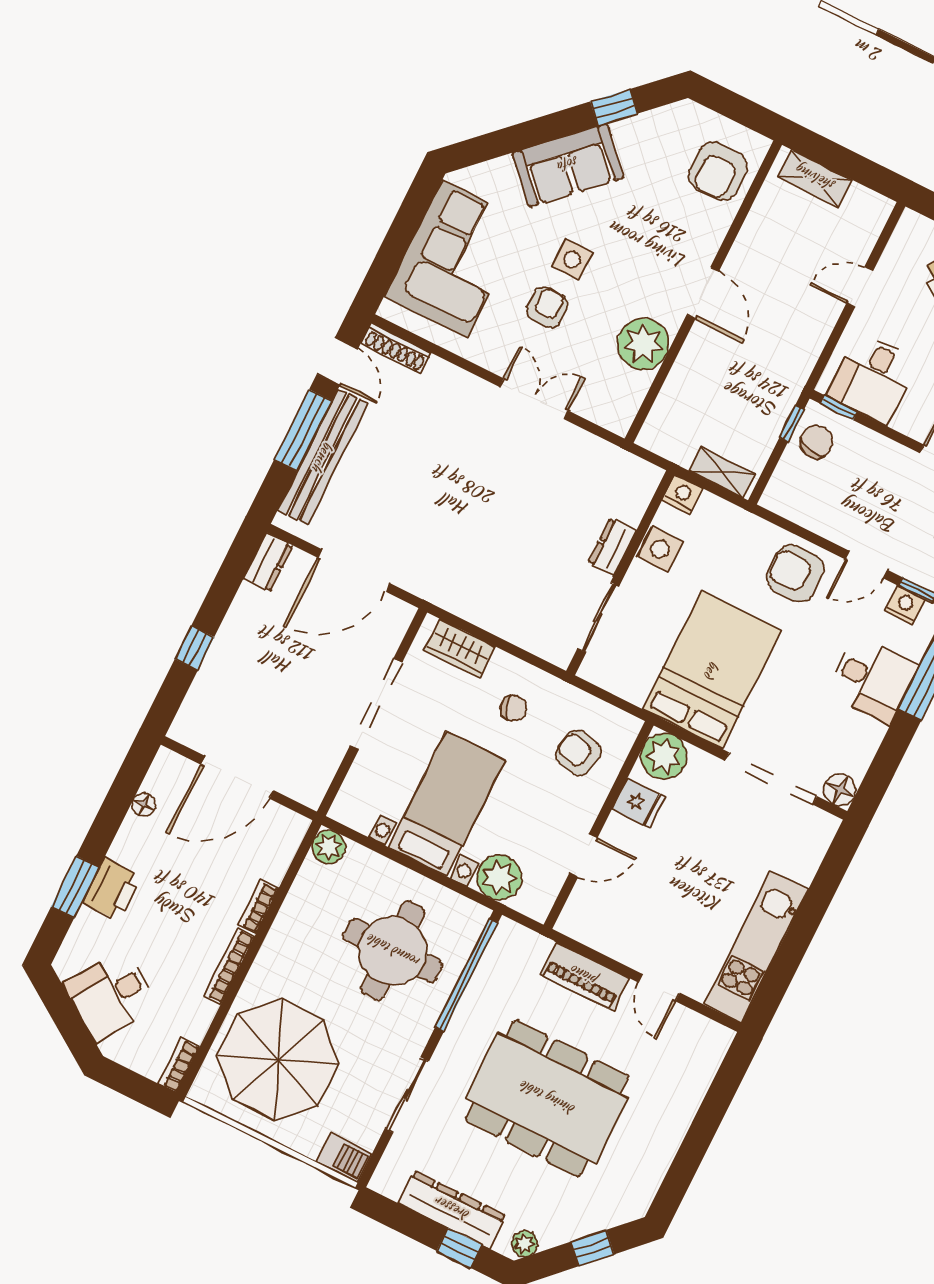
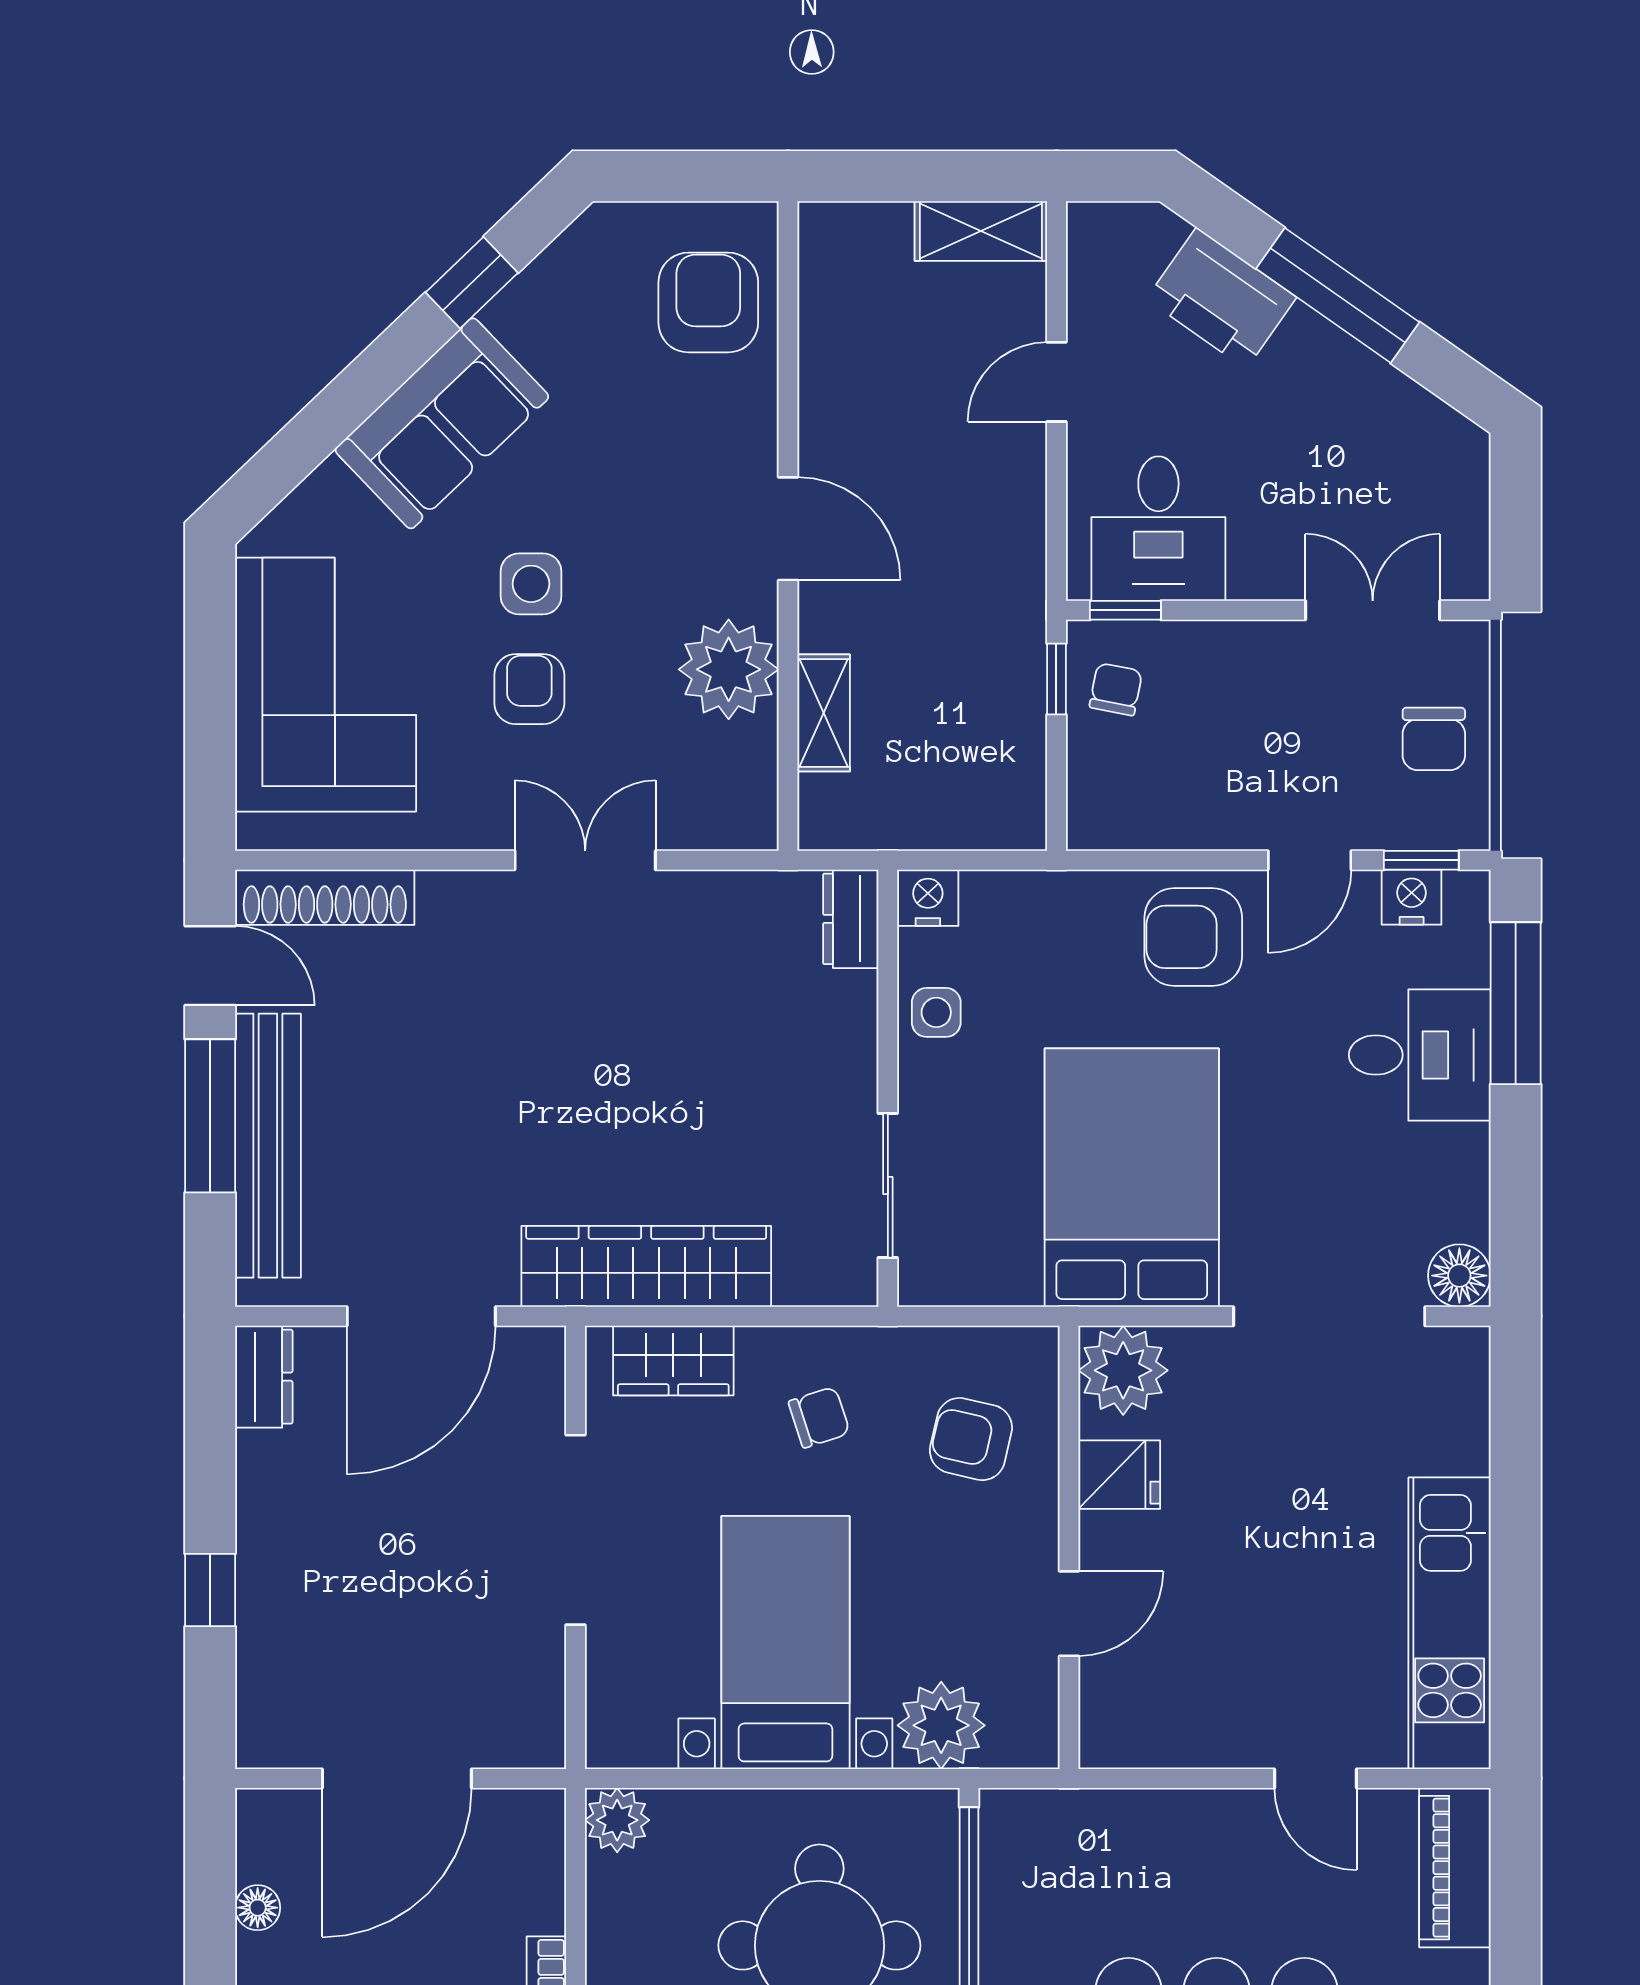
armchair: (718, 171) -> (708, 302), turned 180
shelving: (815, 178) -> (981, 231), moved
shoe rack: (396, 348) -> (325, 897), width x1.36, depth x1.24
chair: (817, 442) -> (1116, 689), width x0.73, depth x0.73
shelving: (722, 472) -> (824, 713), moved, turned 90
dresser: (612, 547) -> (851, 919), moved
side table: (660, 549) -> (936, 1012), width x0.73, depth x0.73
wardrobe: (469, 599) -> (646, 1266), added
piano: (584, 976) -> (1455, 1868), moved, turned 90

